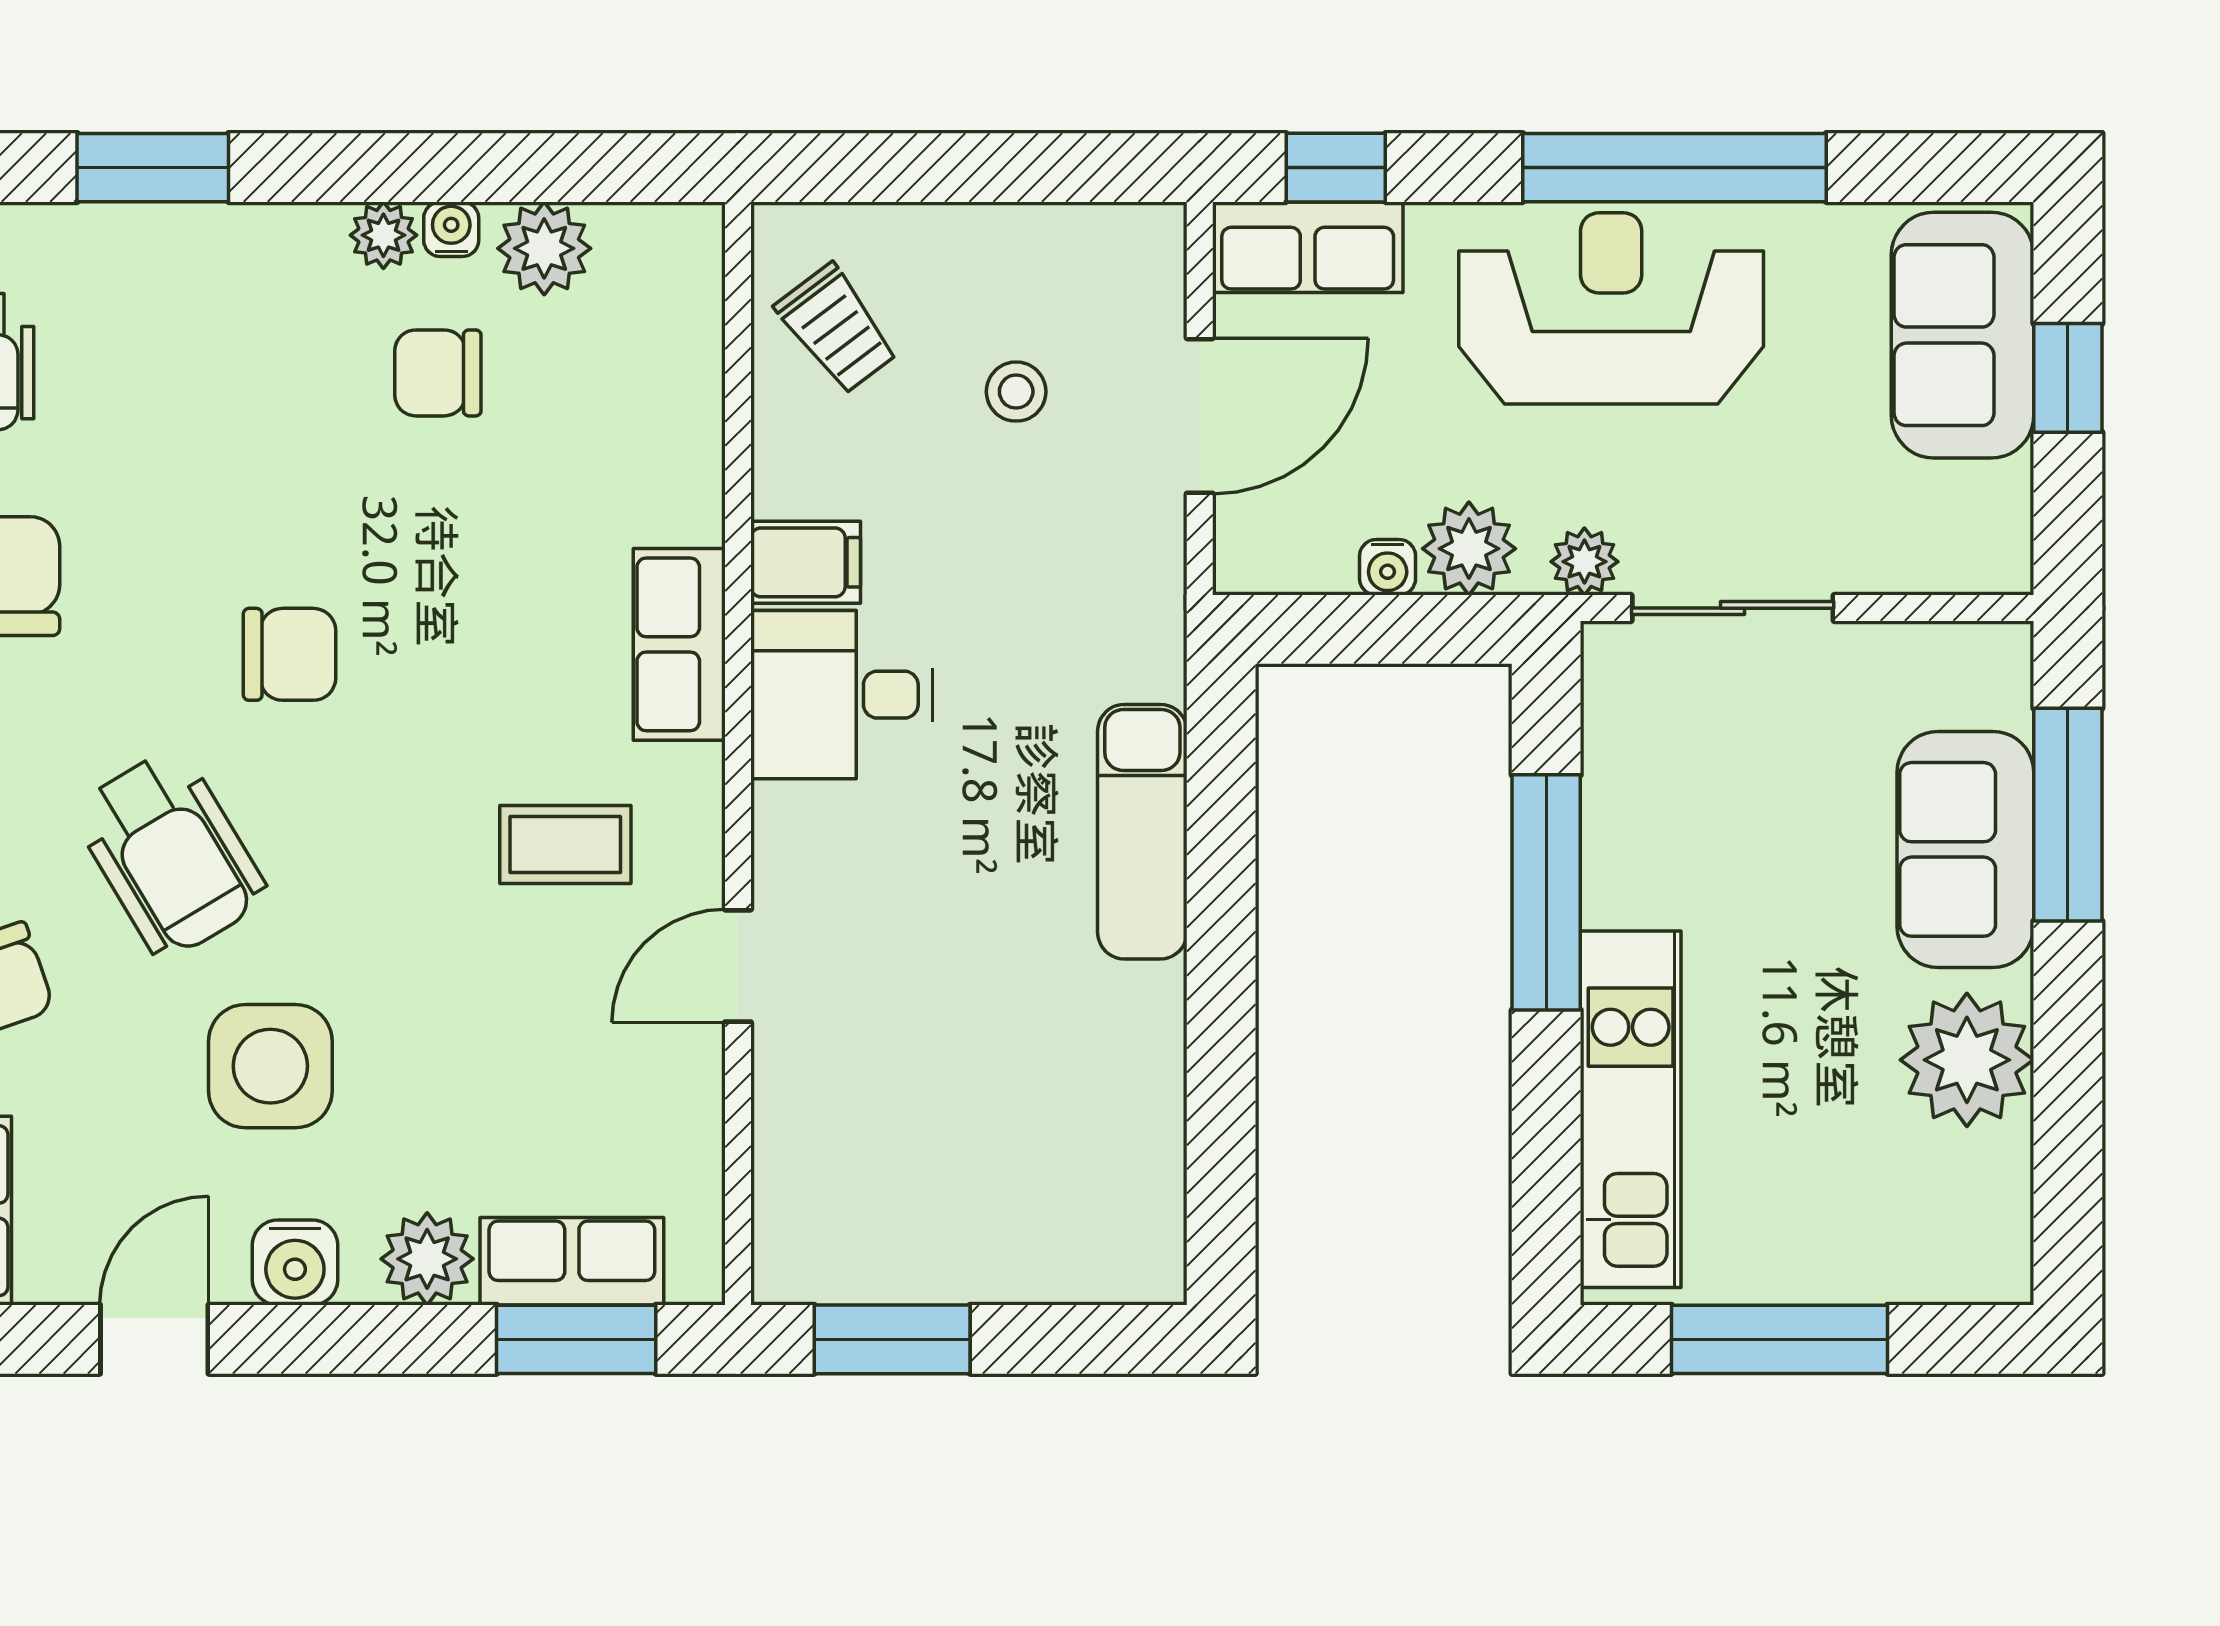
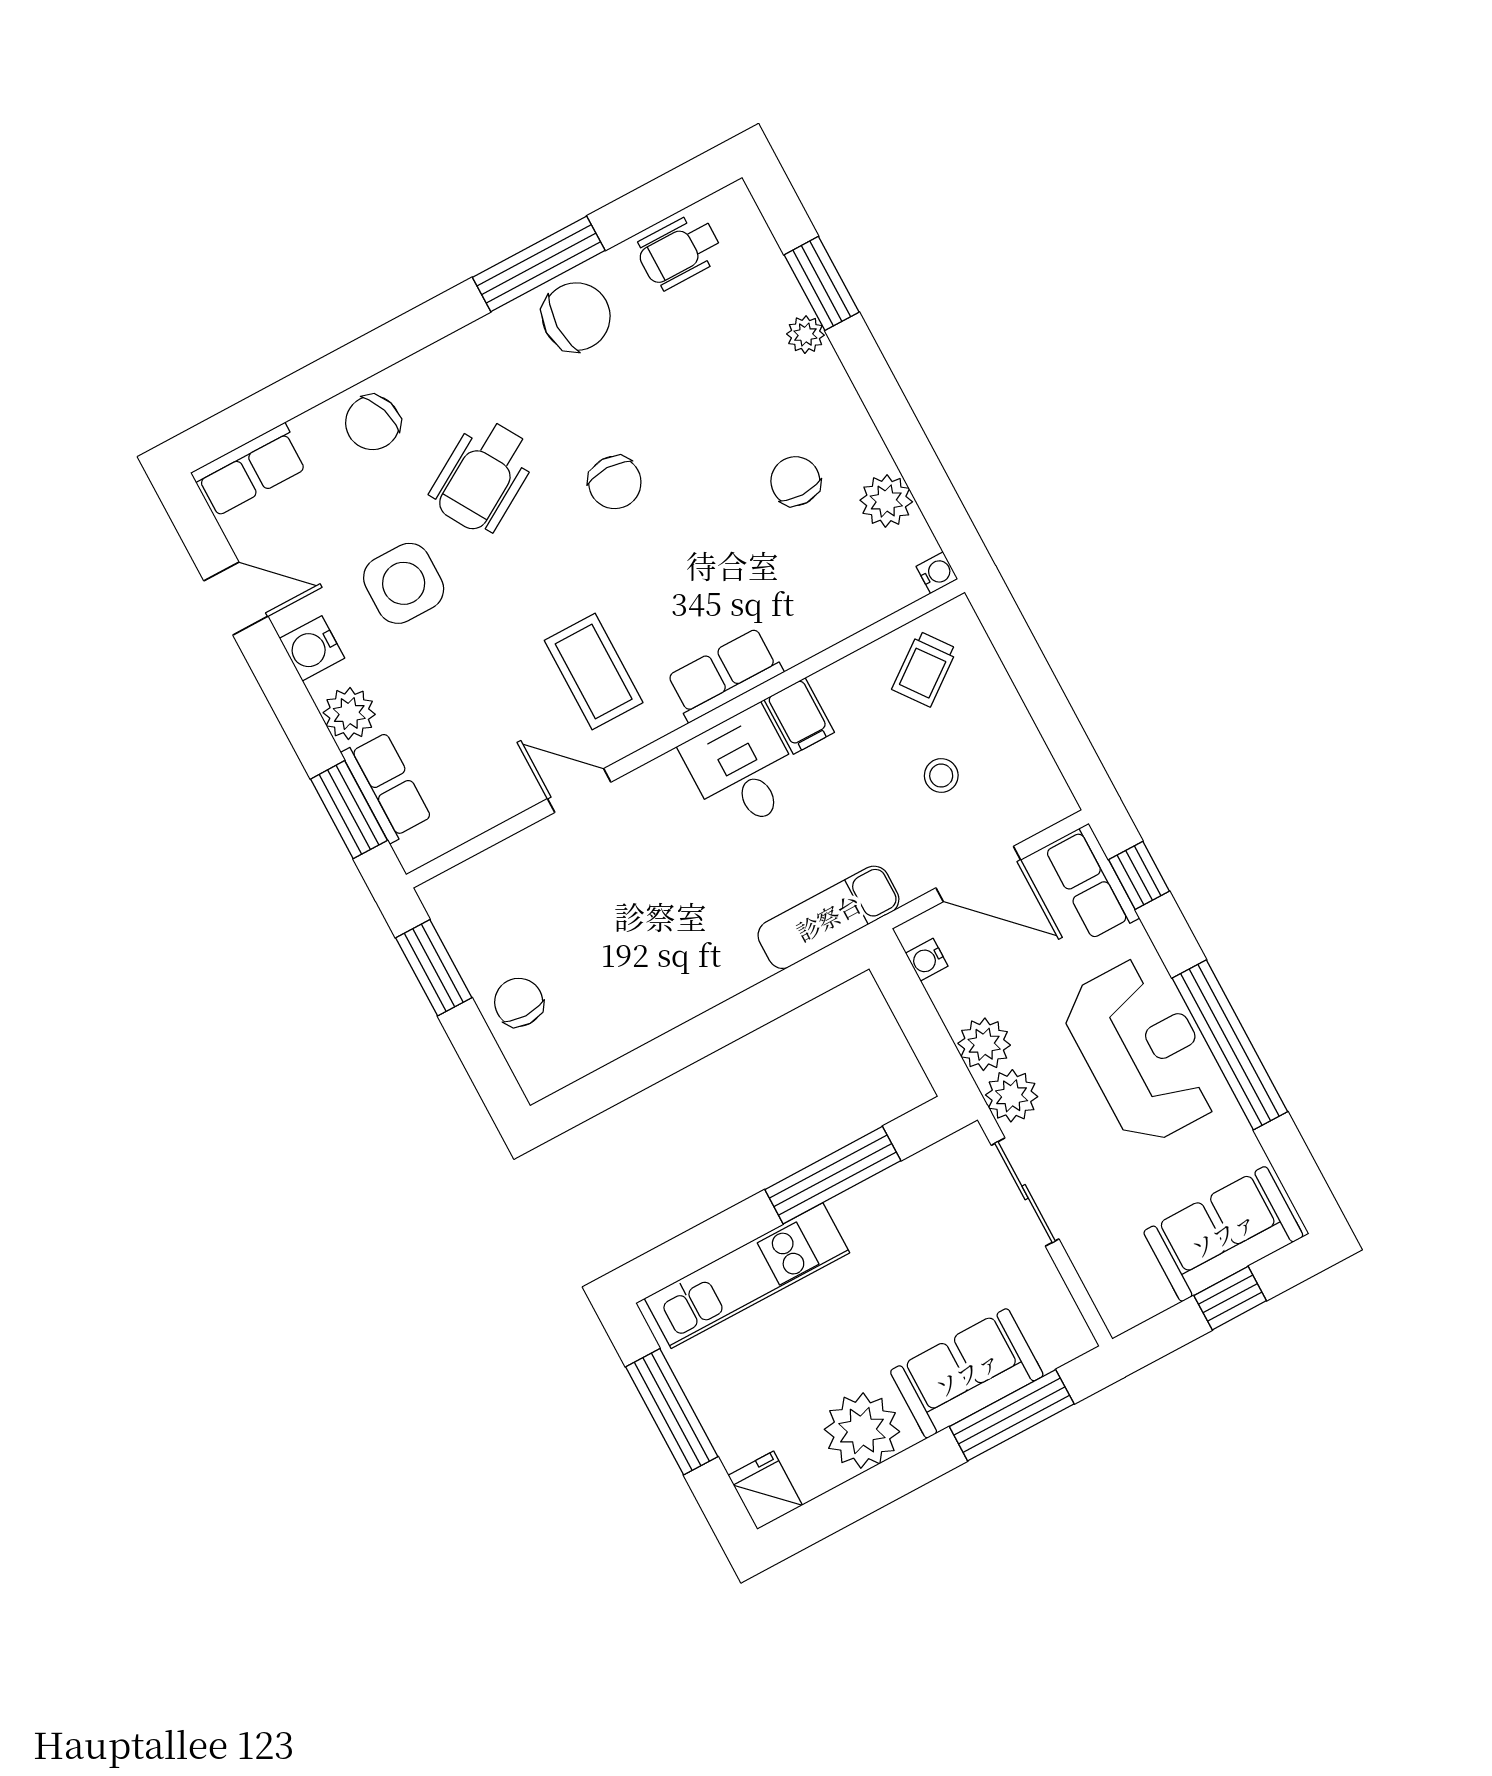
water cooler: (451, 229) -> (937, 573), moved
plant: (383, 235) -> (805, 335), moved
plant: (1584, 562) -> (1012, 1096), width x1.38, depth x1.38
water cooler: (1388, 567) -> (927, 960), moved
exam couch: (1142, 832) -> (828, 917), moved
coffee table: (565, 845) -> (594, 671), width x1.36, depth x1.30
chair: (1016, 1236) -> (519, 1002), added
fridge: (1979, 1260) -> (765, 1490), added

